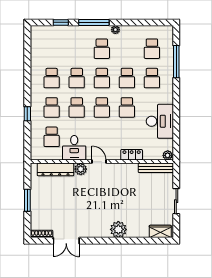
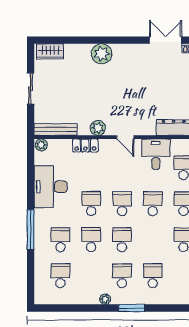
window: (61, 22) -> (172, 308), removed
window: (94, 22) -> (132, 308), width x0.69
window: (176, 62) -> (31, 229), moved
school desk: (77, 78) -> (153, 276), moved
plant: (81, 169) -> (98, 128), moved

